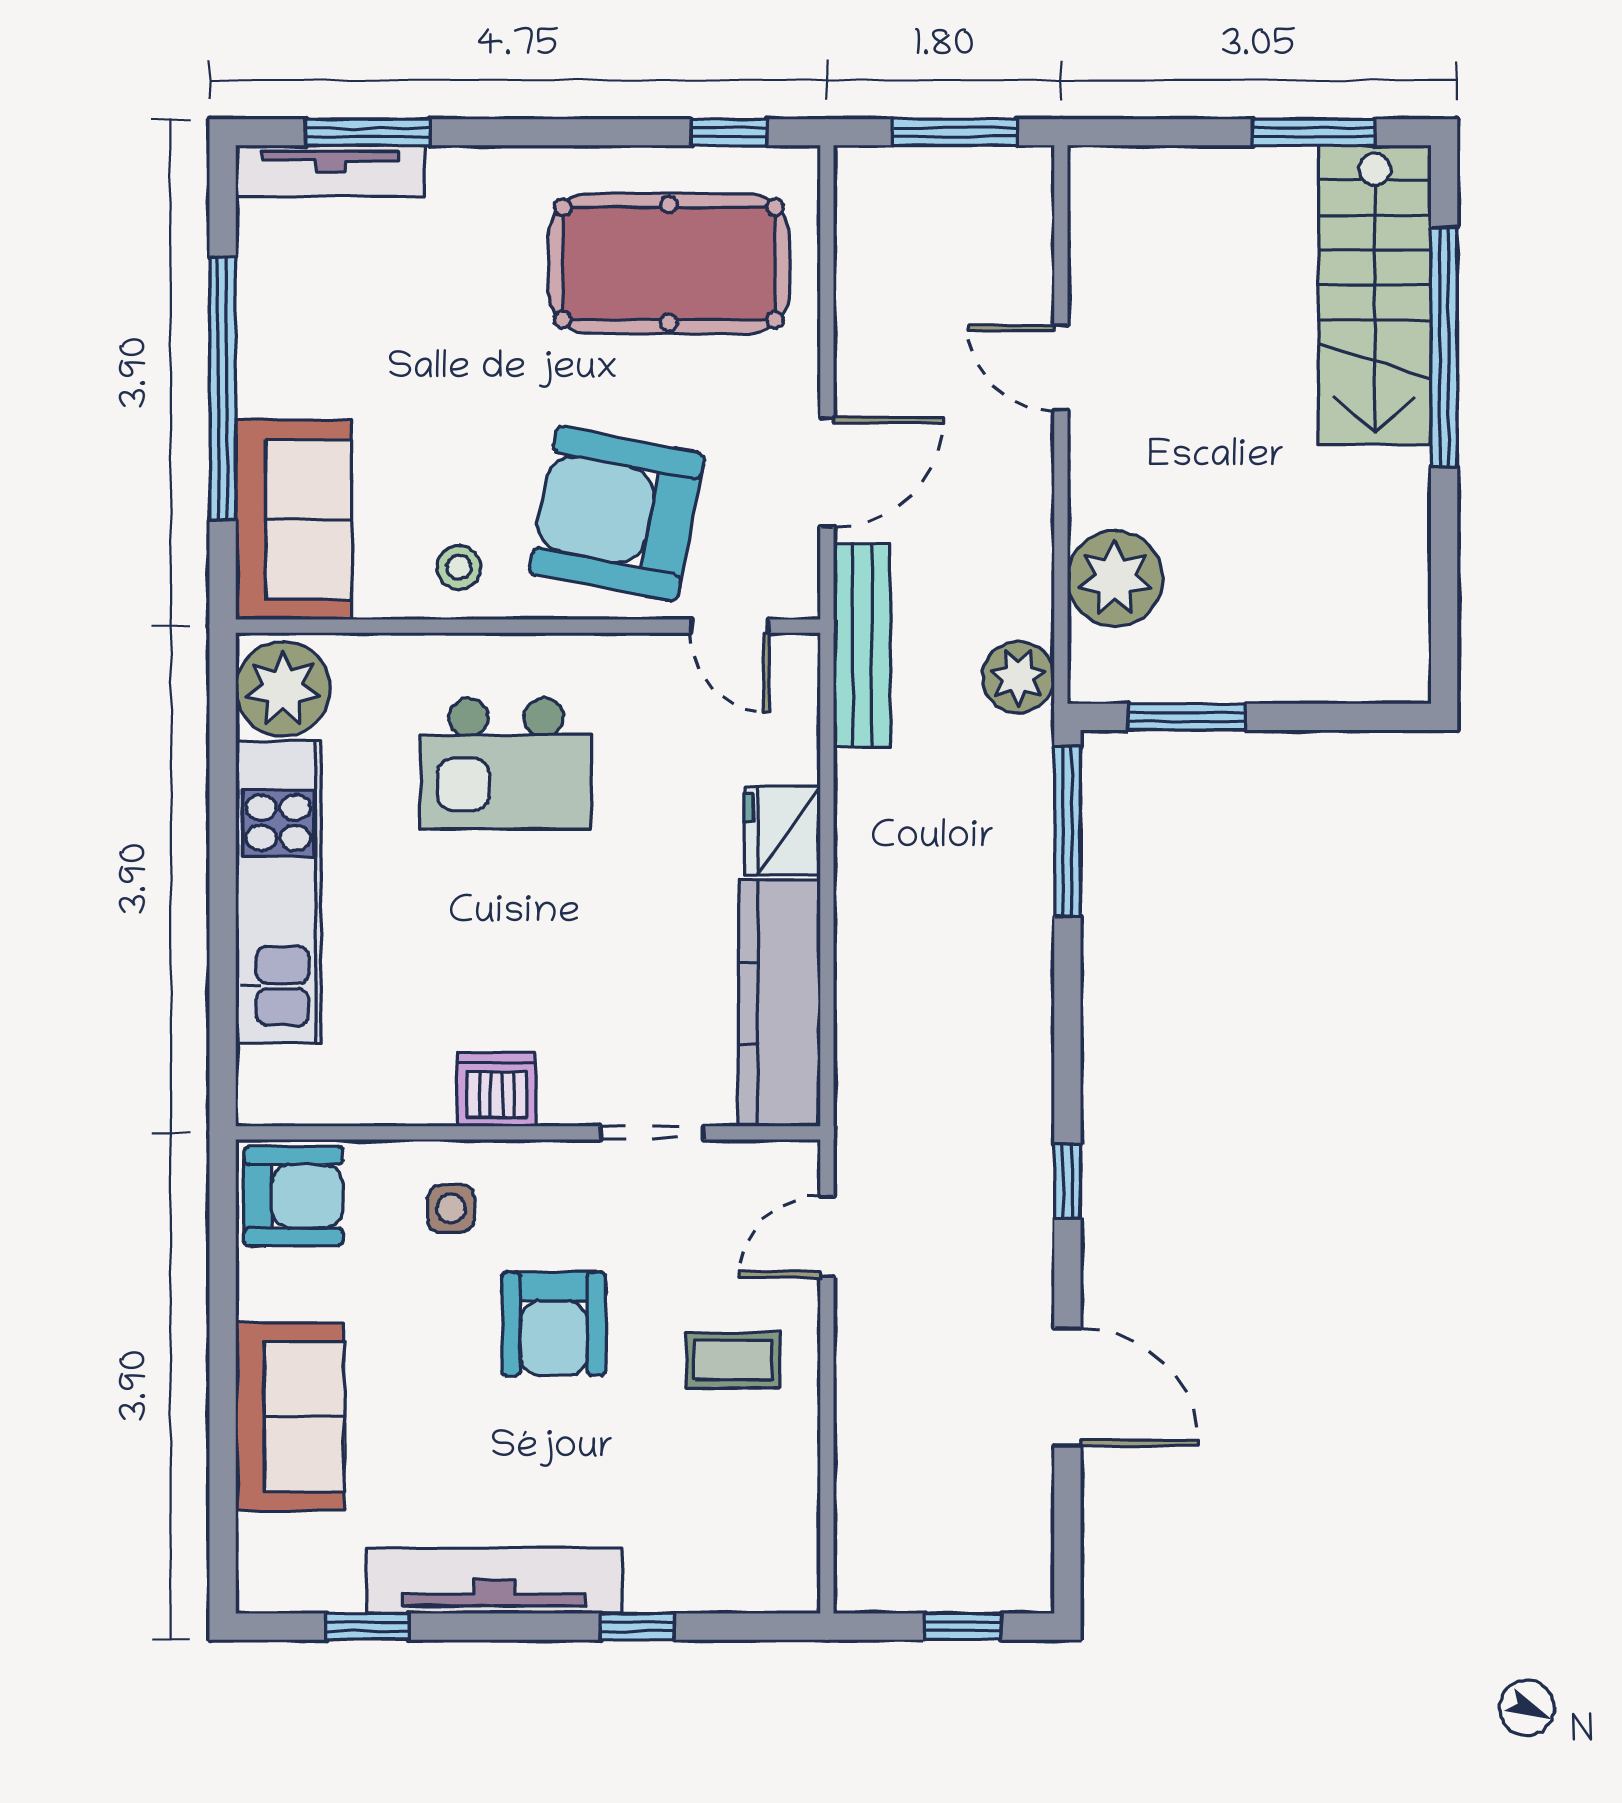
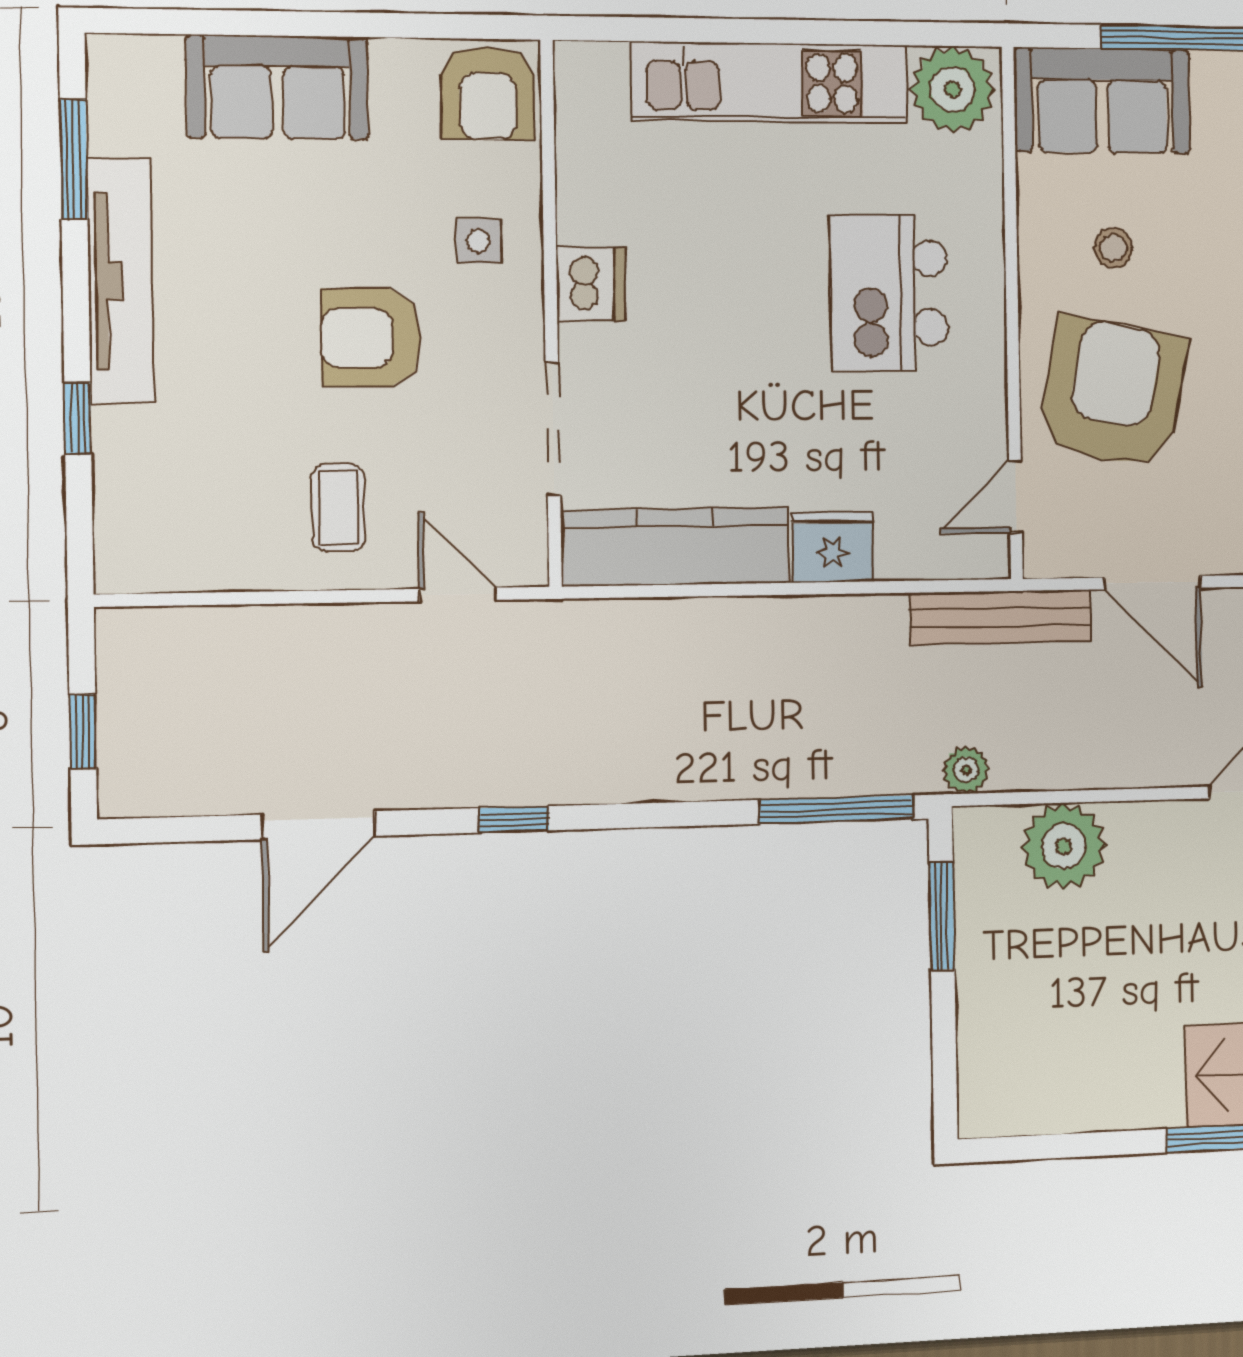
stool: (459, 567) -> (1113, 248), moved
plant: (1018, 677) -> (966, 770), width x0.73, depth x0.73
doorway: (652, 1133) -> (553, 429), width x1.38
window: (367, 1627) -> (74, 159), width x1.50

